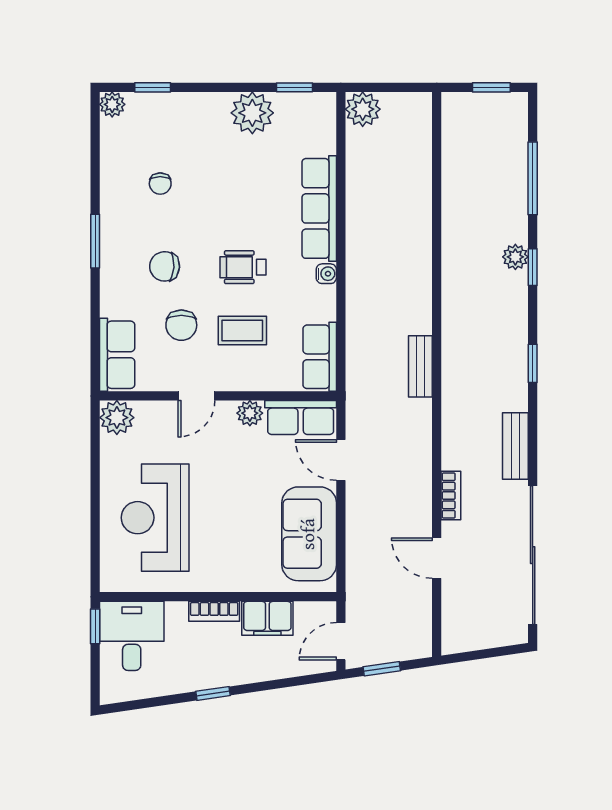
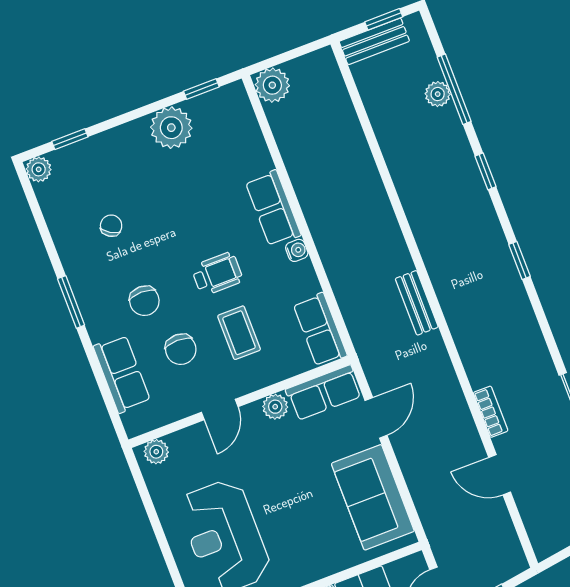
chair: (160, 184) -> (111, 226), turned -148
row of seats: (319, 208) -> (273, 208), width x0.68
plant: (515, 257) -> (438, 94), moved
chair: (165, 266) -> (144, 301), turned -94
wheelchair: (243, 267) -> (217, 274), turned 180
coffee table: (242, 331) -> (239, 333), turned 90
row of seats: (117, 355) -> (122, 374), moved
plant: (117, 418) -> (156, 452), width x0.73, depth x0.73
bench: (515, 446) -> (374, 41), moved, turned 90
door: (341, 460) -> (376, 418), swing flipped

